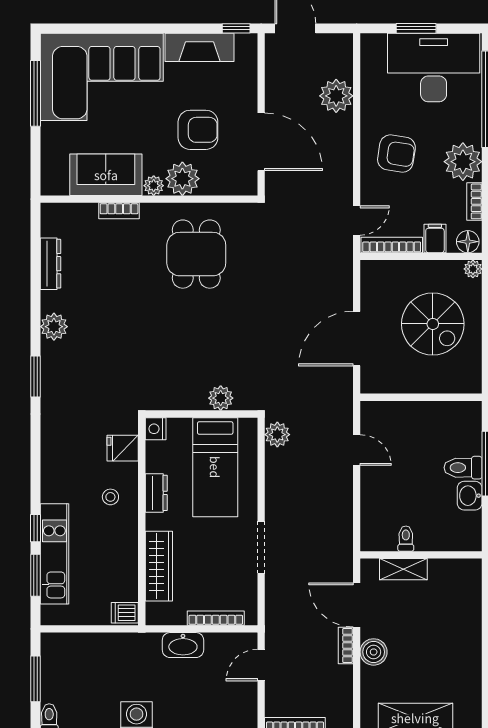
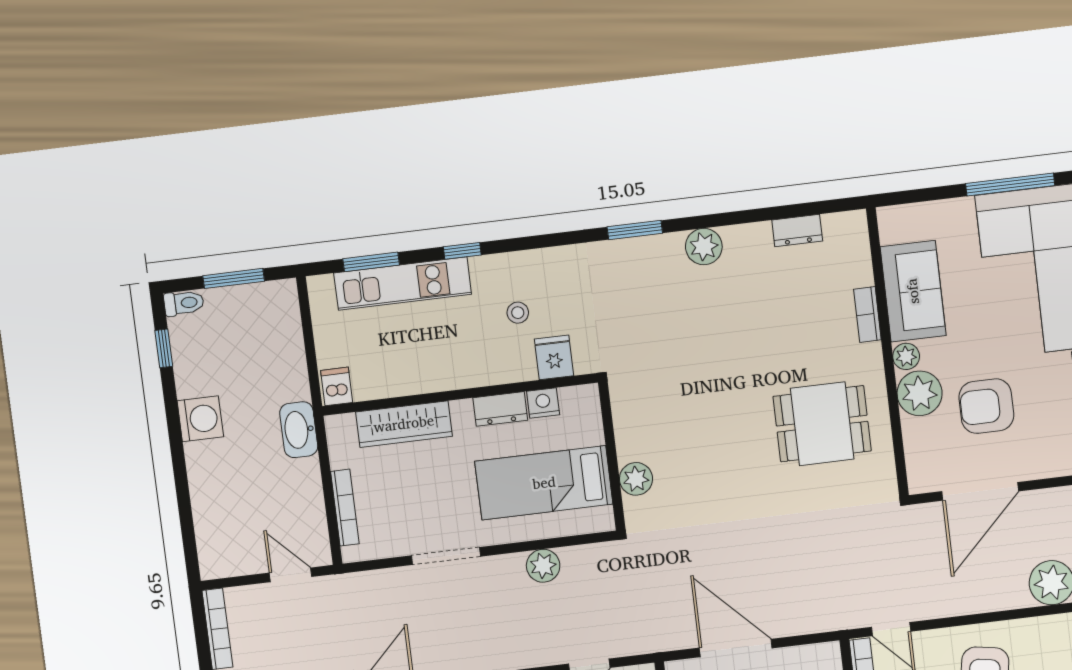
armchair: (198, 130) -> (986, 406), turned 90
dresser: (50, 264) -> (797, 230), width x0.70
nightstand: (156, 429) -> (543, 403), moved
plant: (277, 435) -> (543, 566), moved
stool: (110, 497) -> (518, 313), moved
window: (36, 528) -> (462, 251), moved
washbasin: (183, 645) -> (299, 430), moved

